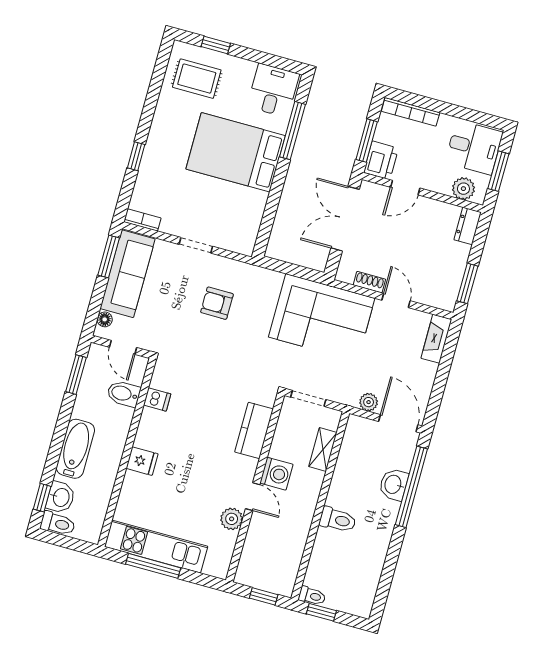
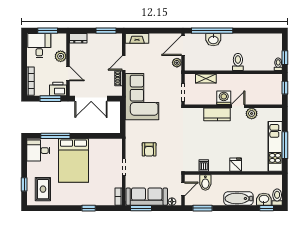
plant: (463, 189) -> (61, 56), moved
kitchen counter: (254, 430) -> (217, 114), moved

